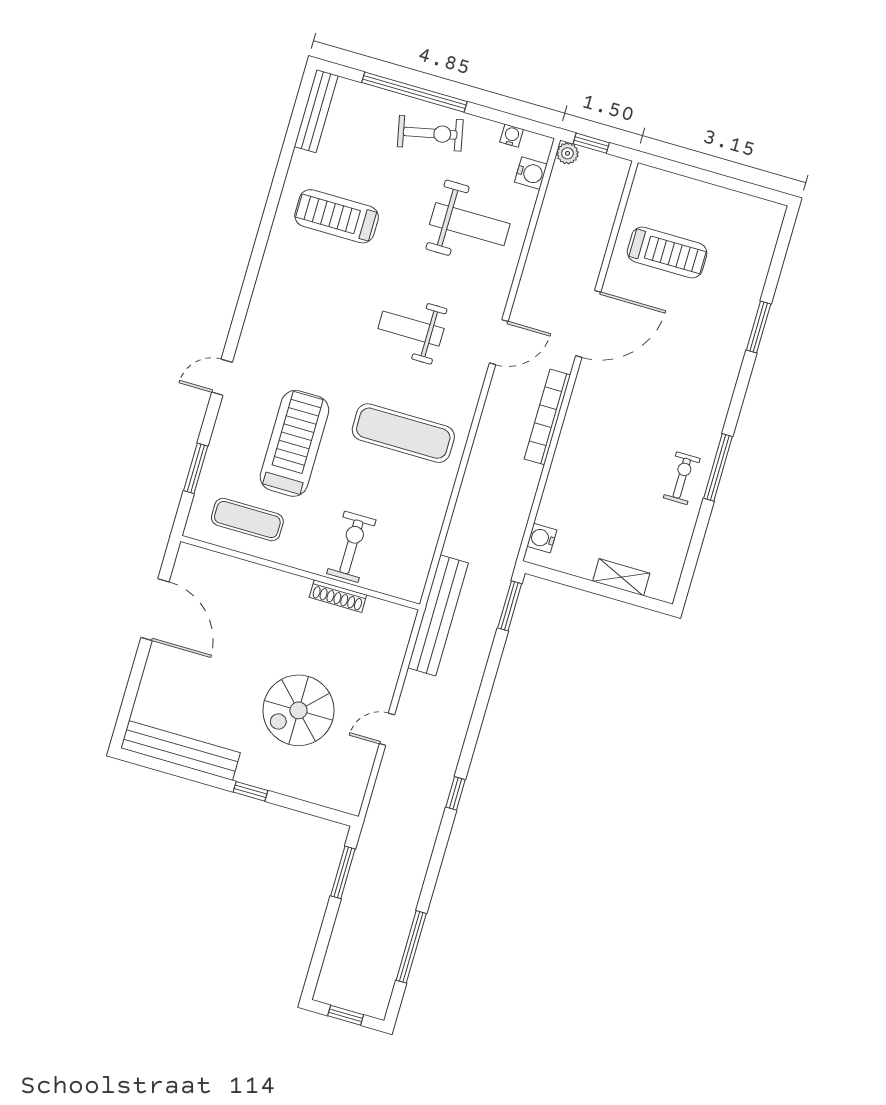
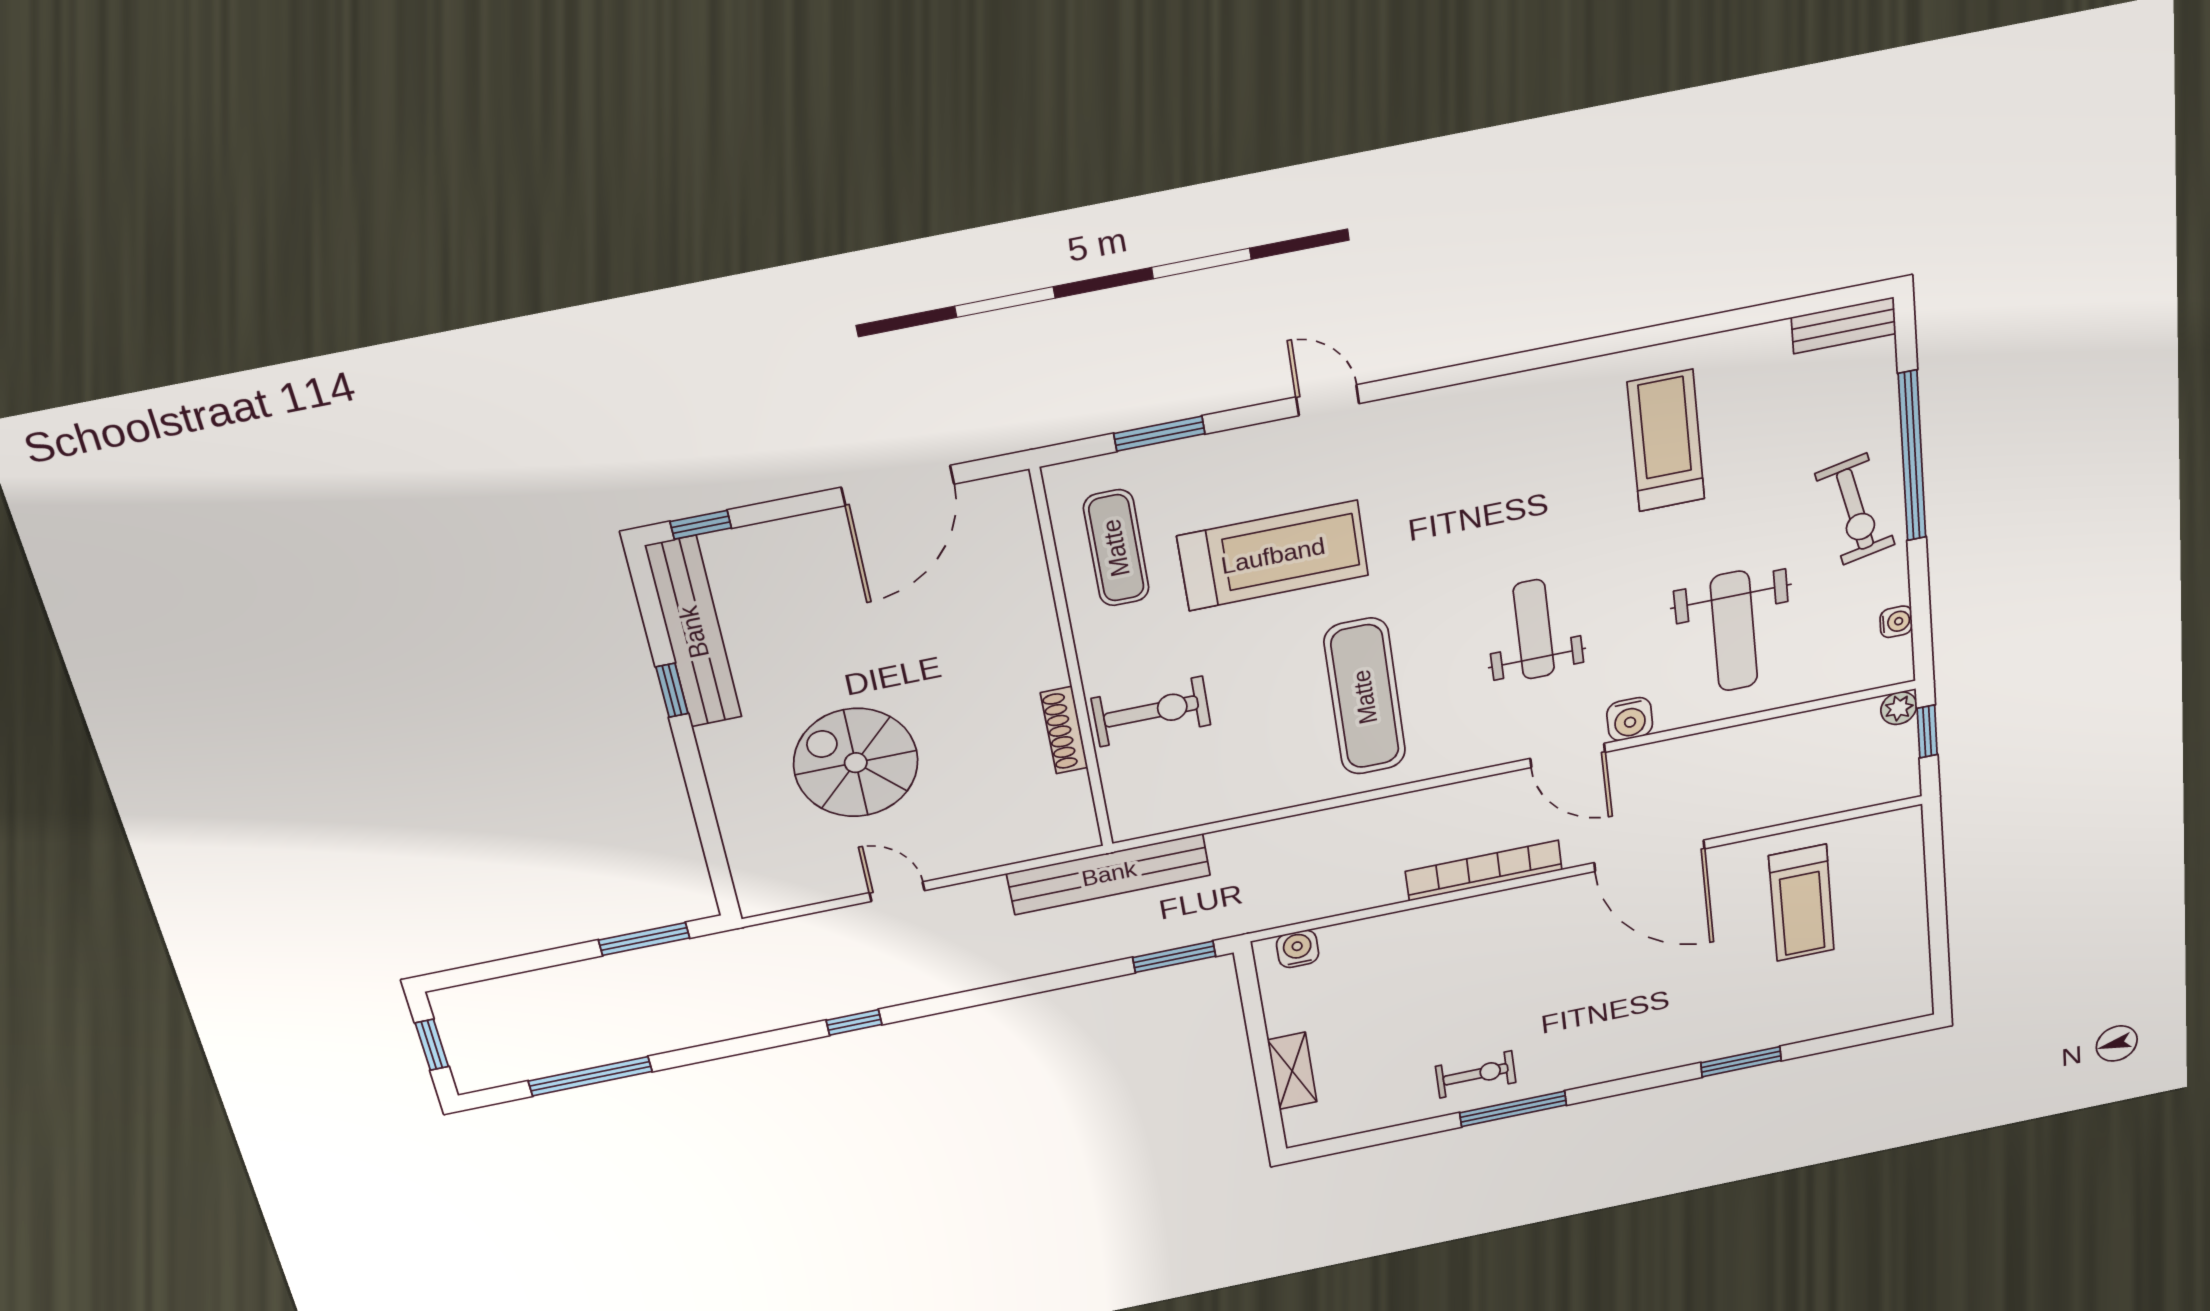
bench: (316, 111) -> (1844, 325), width x0.73
water cooler: (531, 173) -> (1630, 719), moved
window: (124, 715) -> (701, 525), added
window: (251, 791) -> (672, 690), moved

